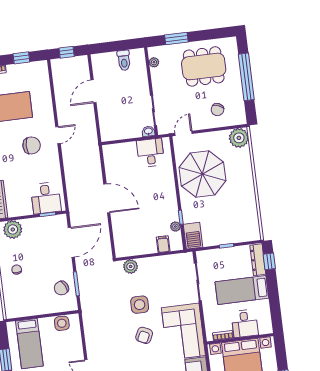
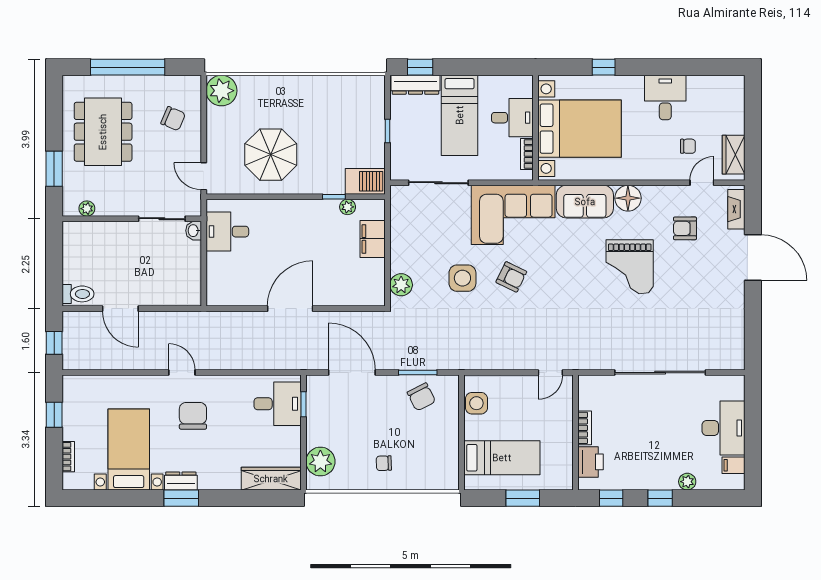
toilet: (124, 60) -> (78, 294), moved
parasol: (202, 174) -> (271, 155), width x0.73, depth x0.73
filing cabinet: (163, 244) -> (373, 239), width x2.00

